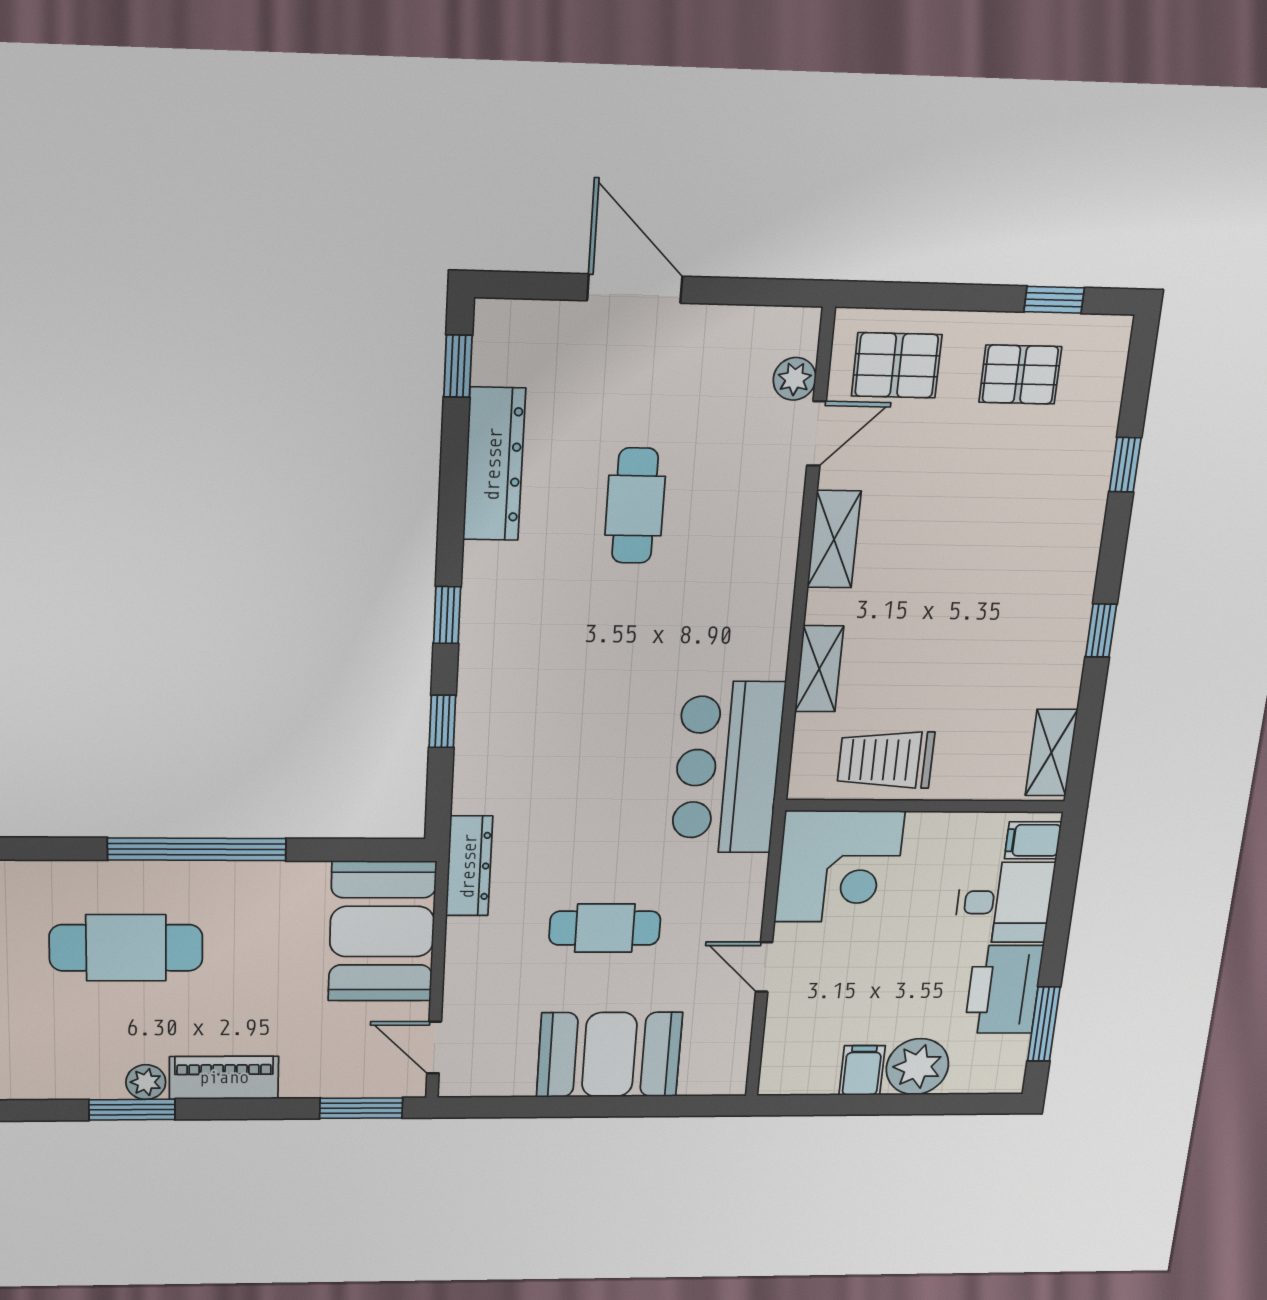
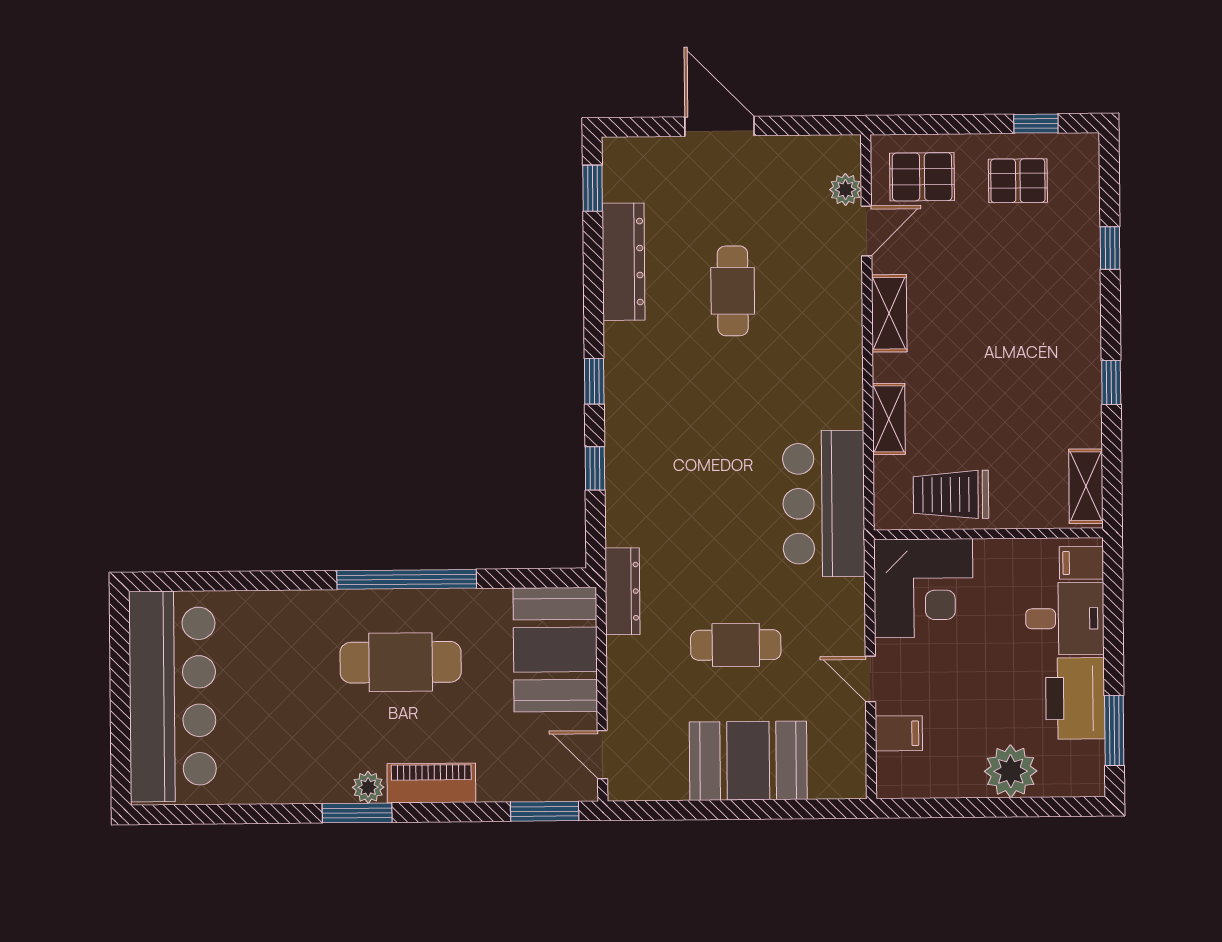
cafe table: (126, 948) -> (401, 662), moved
filing cabinet: (862, 1070) -> (899, 733), moved, turned 90

